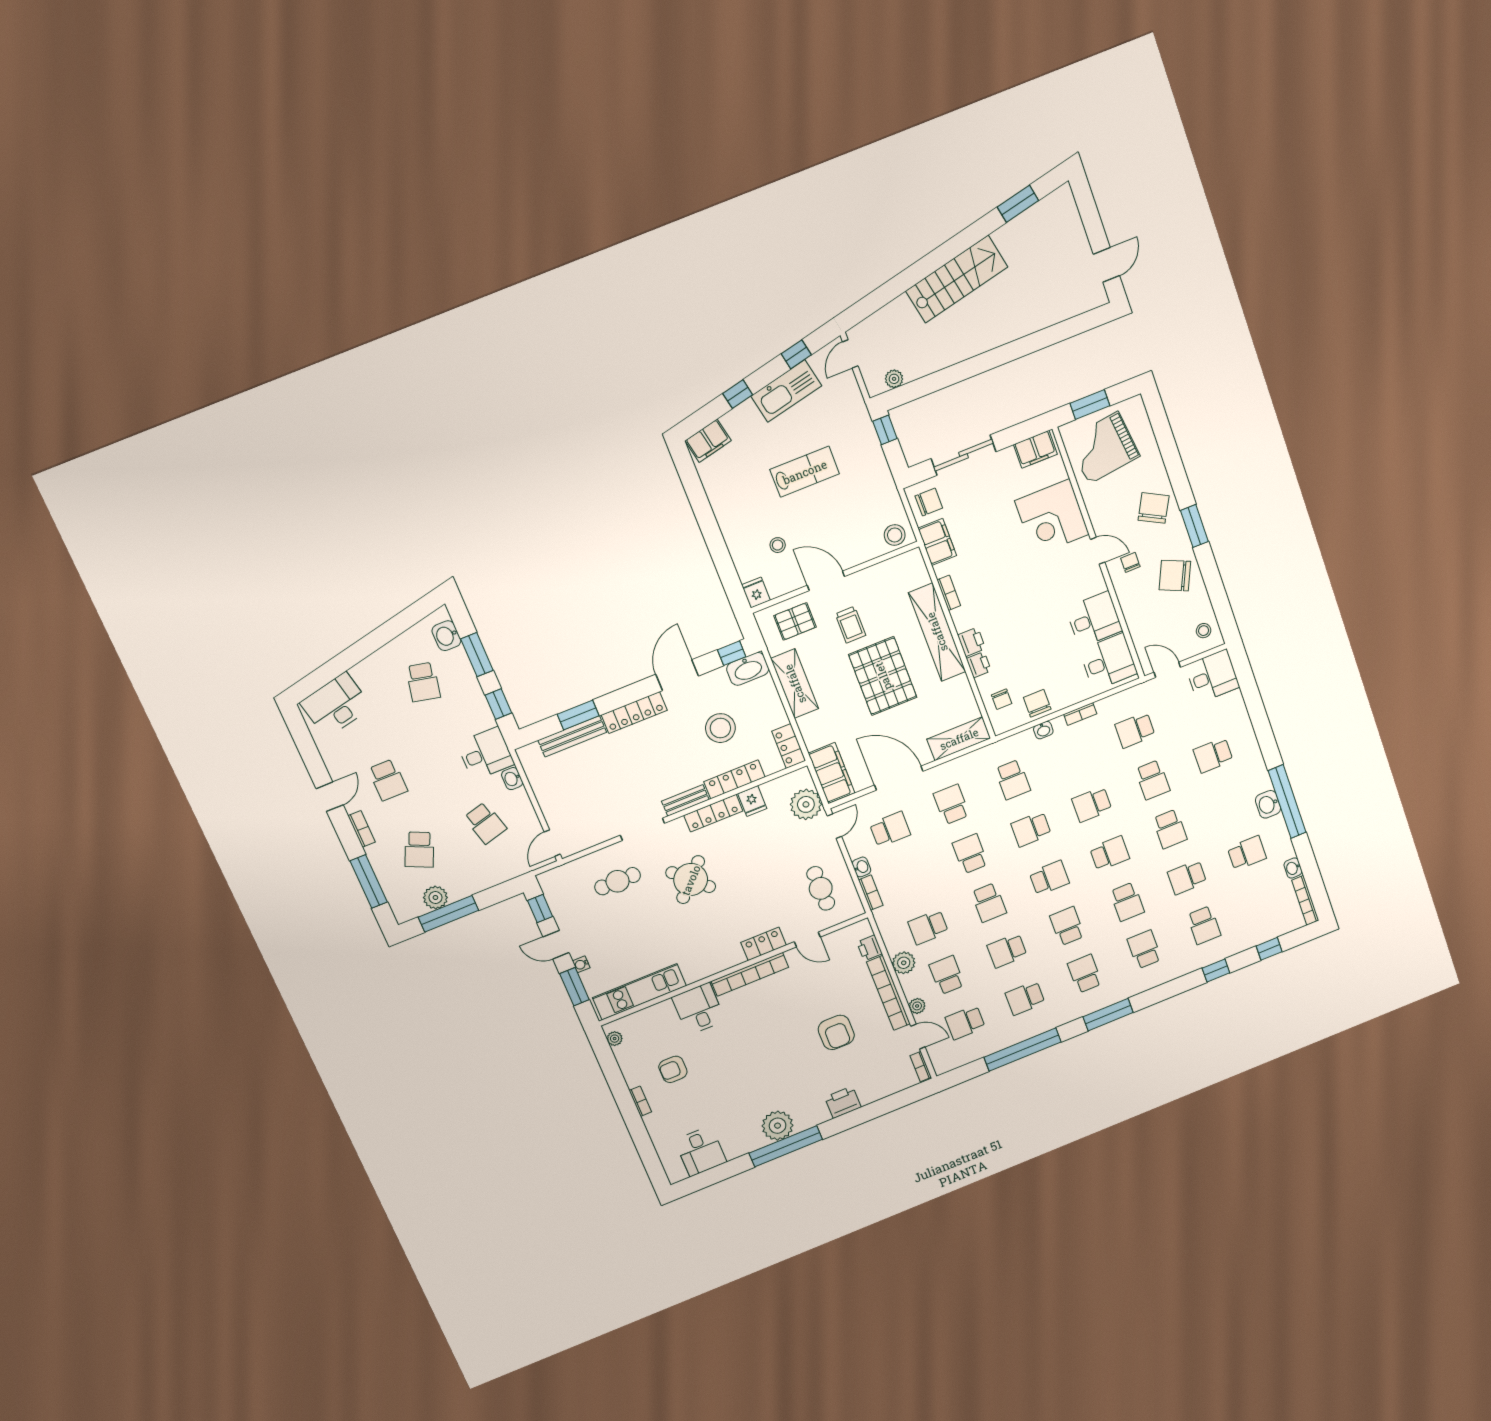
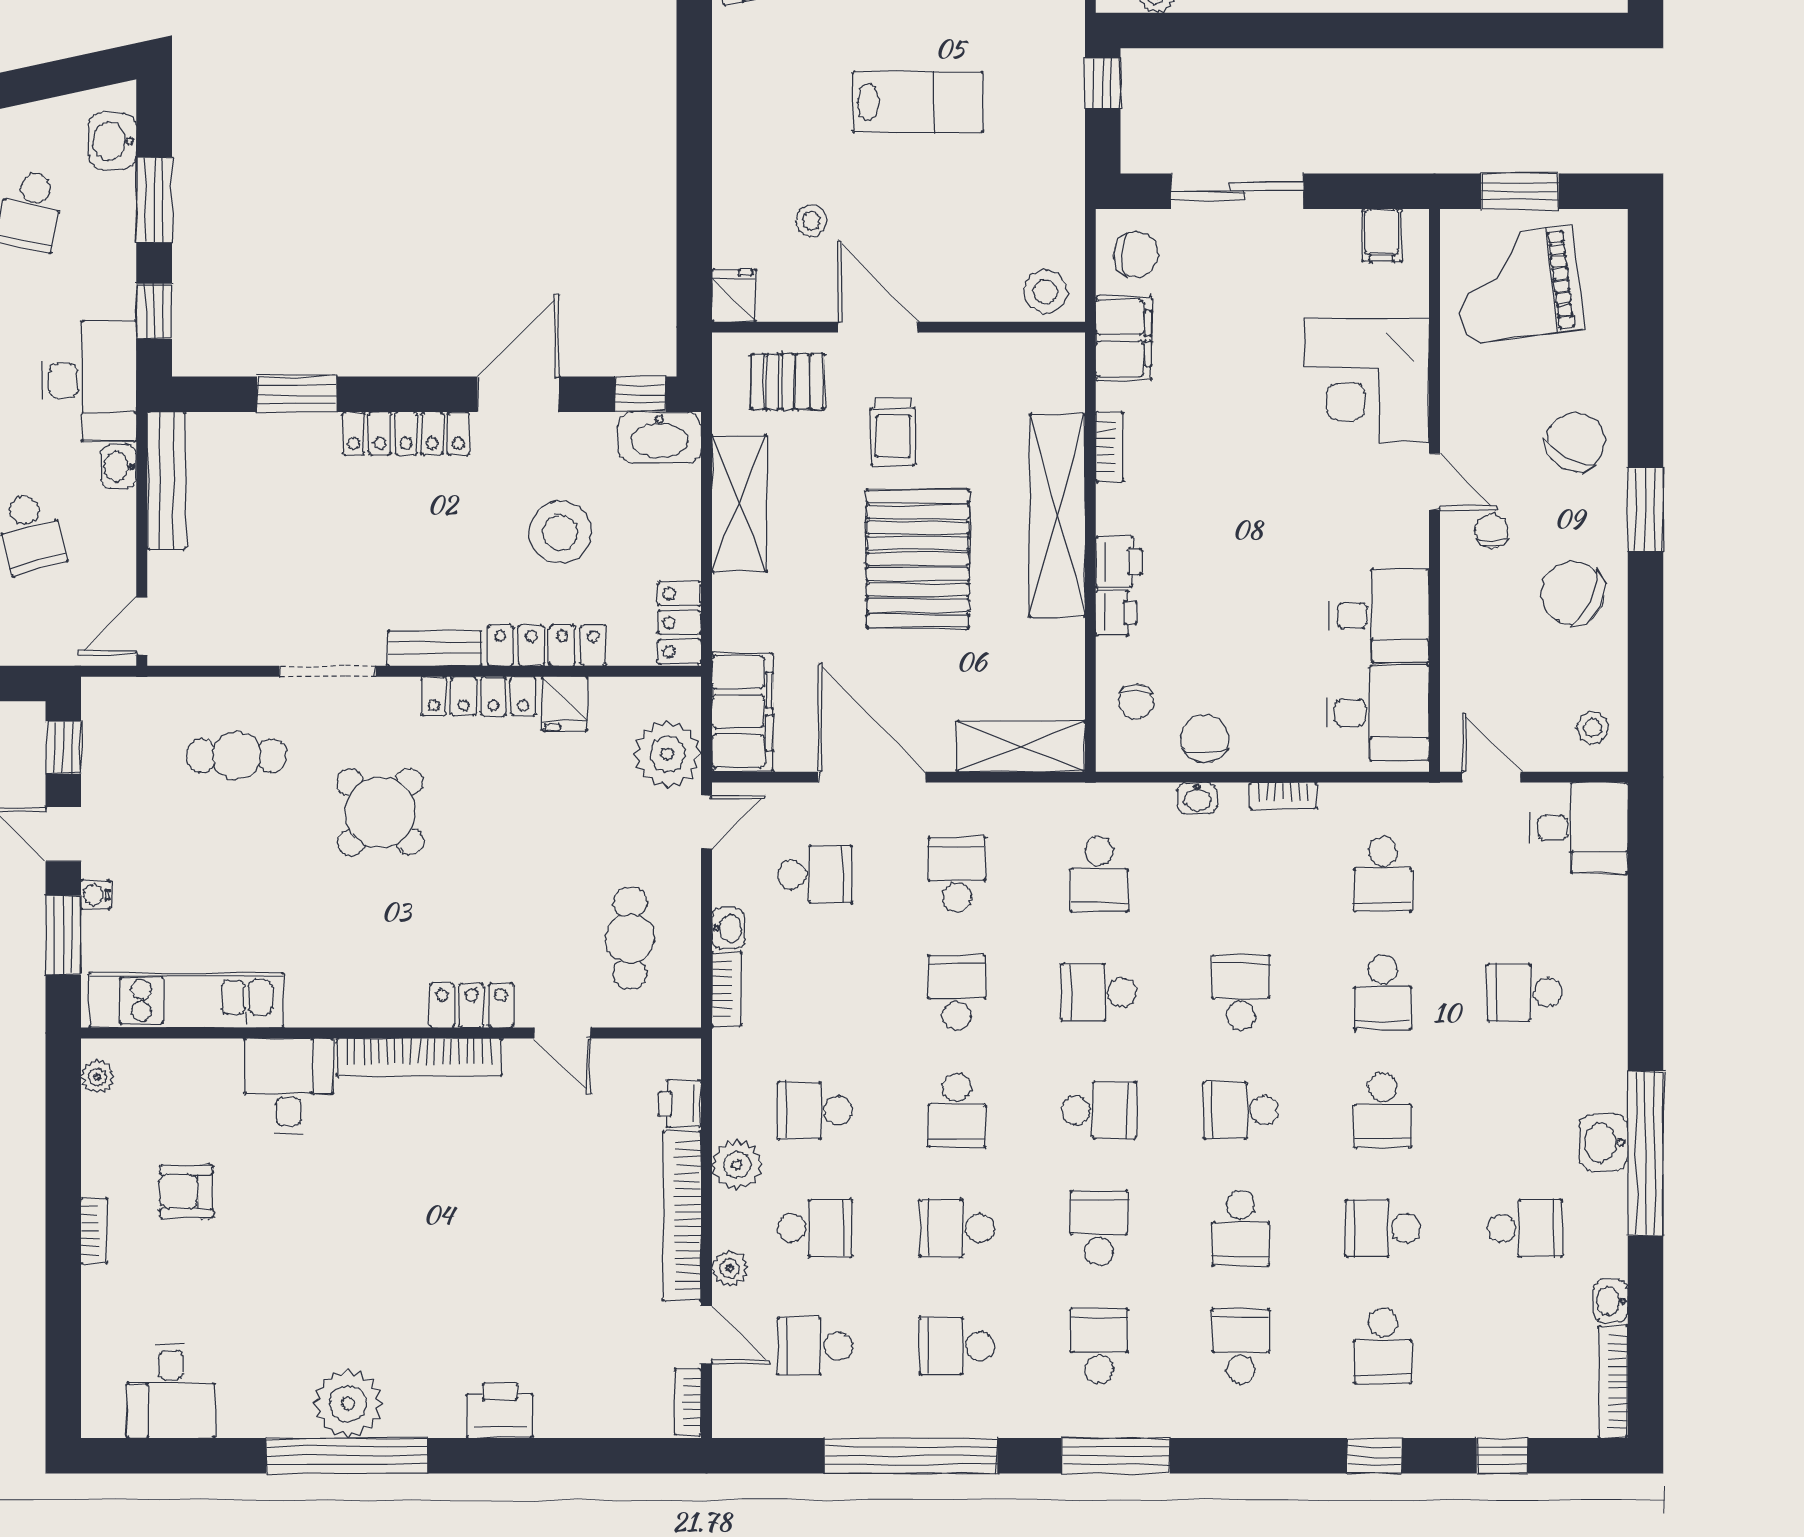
filing cabinet: (1035, 449) -> (1382, 235), width x0.50
school desk: (1135, 730) -> (1383, 874), turned -90
bench: (572, 736) -> (166, 481), moved, turned 90
desk: (486, 754) -> (89, 381), width x1.37
school desk: (1092, 804) -> (1241, 992), turned 90
school desk: (1110, 853) -> (1241, 1110), turned 180
school desk: (947, 975) -> (815, 1228), turned 90
armchair: (836, 1032) -> (544, 1254), removed

